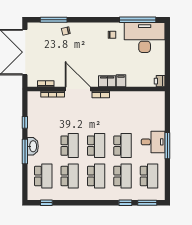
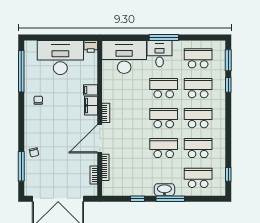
desk: (145, 37) -> (60, 57), moved, turned 90
desk: (150, 111) -> (124, 57), added

